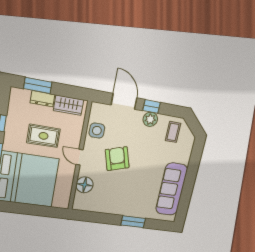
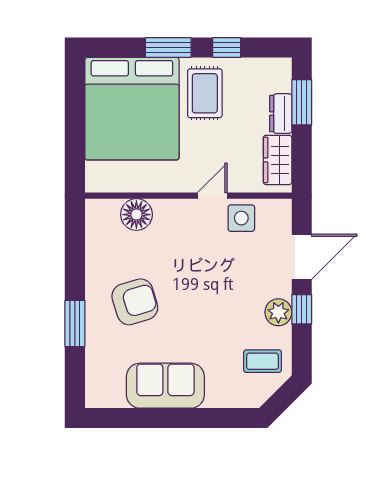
rug: (43, 136) -> (205, 93), moved
door: (79, 157) -> (212, 196), moved
armchair: (117, 159) -> (135, 302), moved
sofa: (172, 189) -> (165, 386), width x0.73

